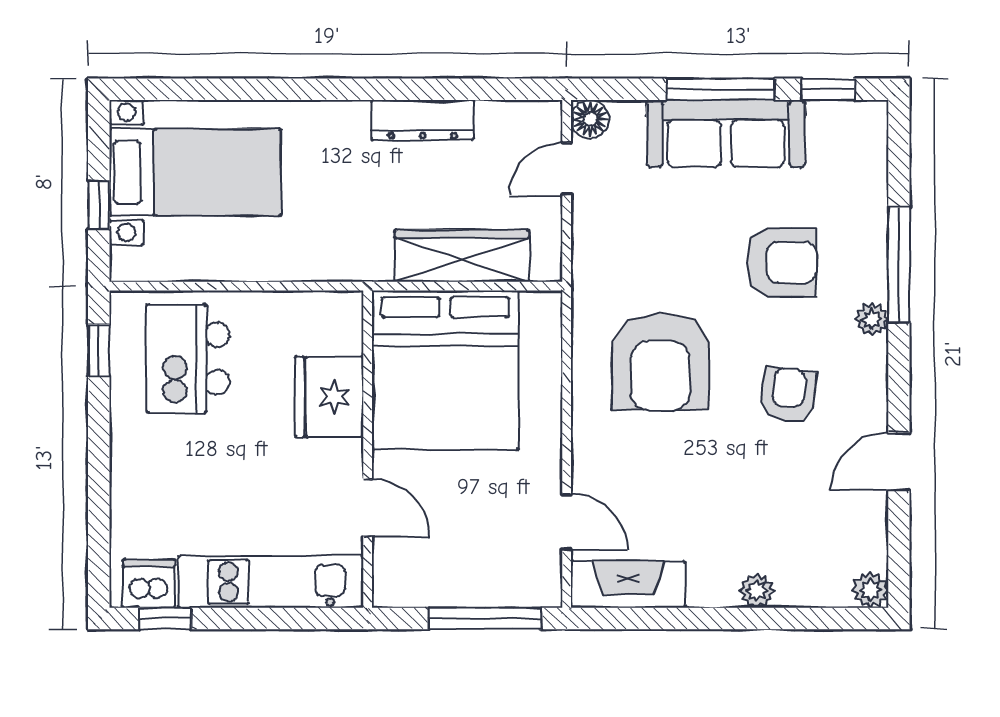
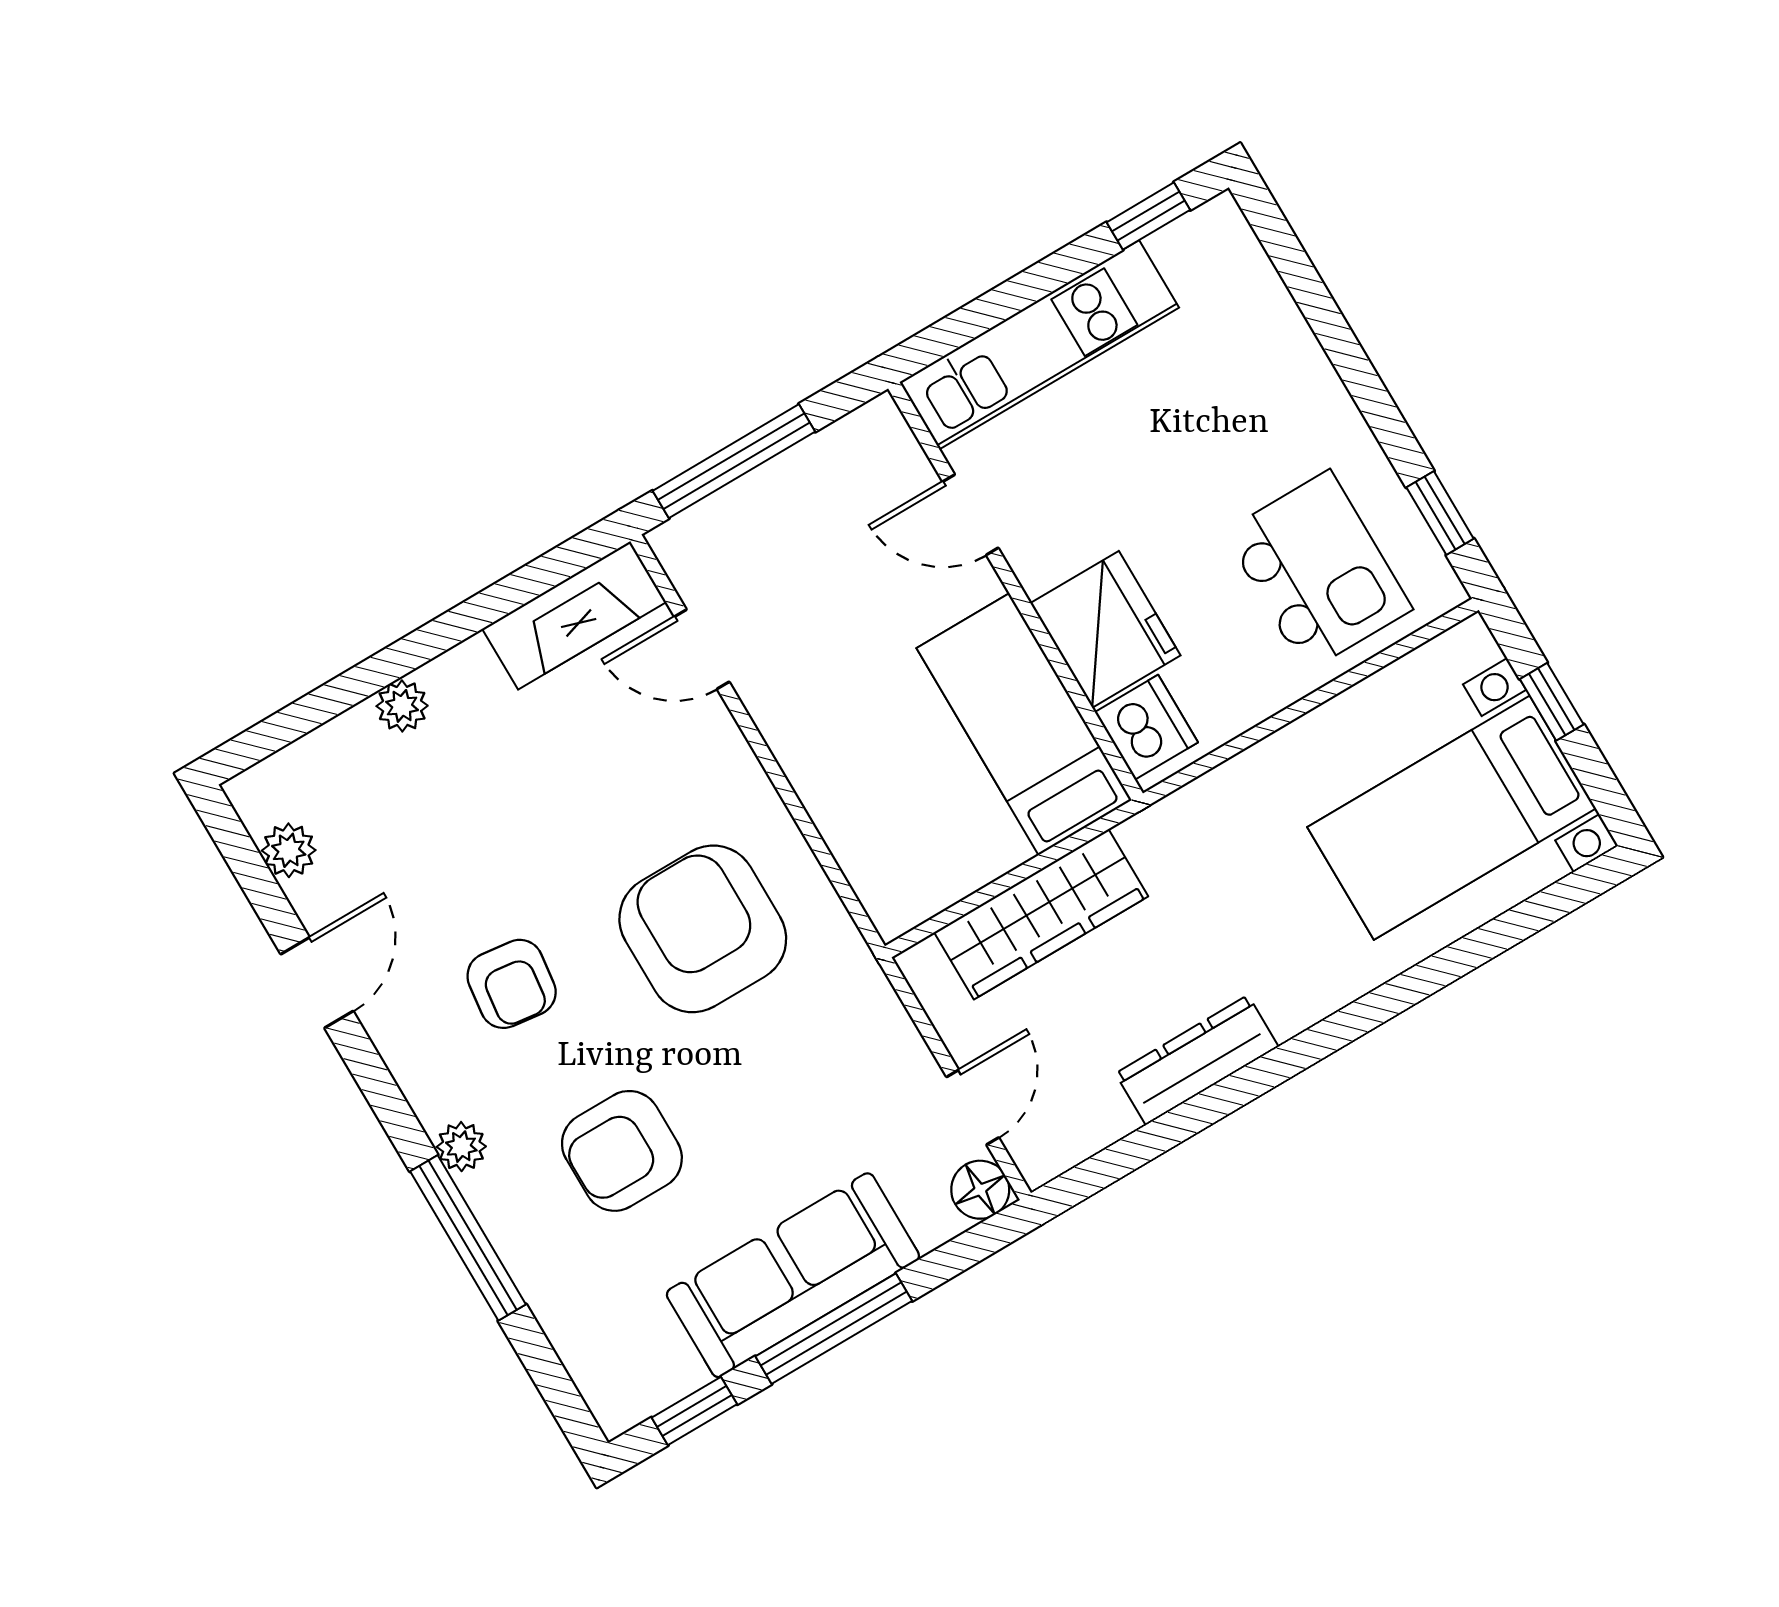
bed: (445, 370) -> (1024, 724), width x0.49
dishwasher: (149, 583) -> (1146, 727), moved, turned -90
plant: (870, 590) -> (289, 850), moved

